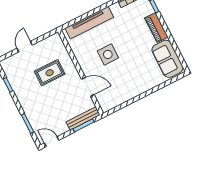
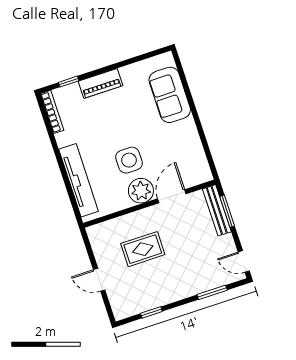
sofa: (167, 59) -> (170, 95), moved, turned 90
plant: (89, 66) -> (141, 191), added
rug: (50, 73) -> (143, 249), turned 90
door: (52, 142) -> (244, 261), hinge flipped

